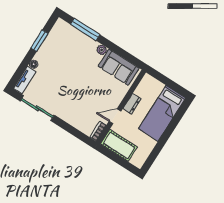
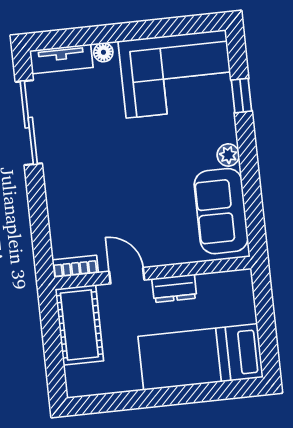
window: (85, 29) -> (242, 96), width x0.46
window: (39, 41) -> (154, 29), removed
corner sofa: (60, 46) -> (176, 74), added

